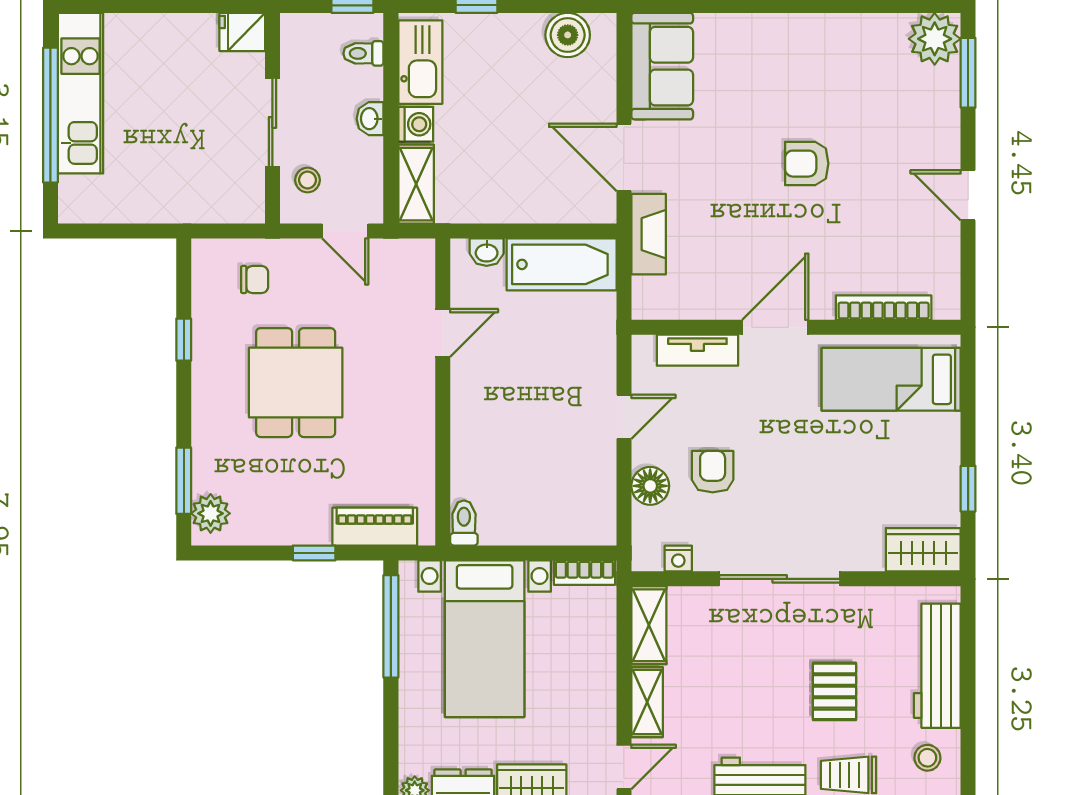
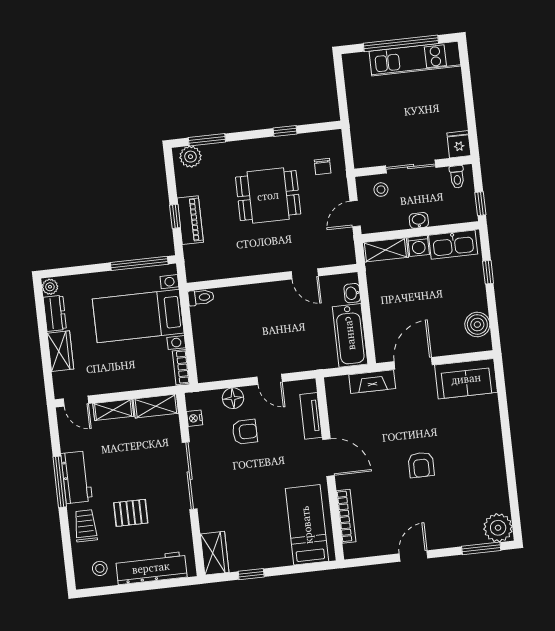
toilet: (363, 53) -> (457, 177), moved, turned 180
armchair: (807, 164) -> (421, 465), turned 180
piano: (375, 527) -> (190, 220), moved

